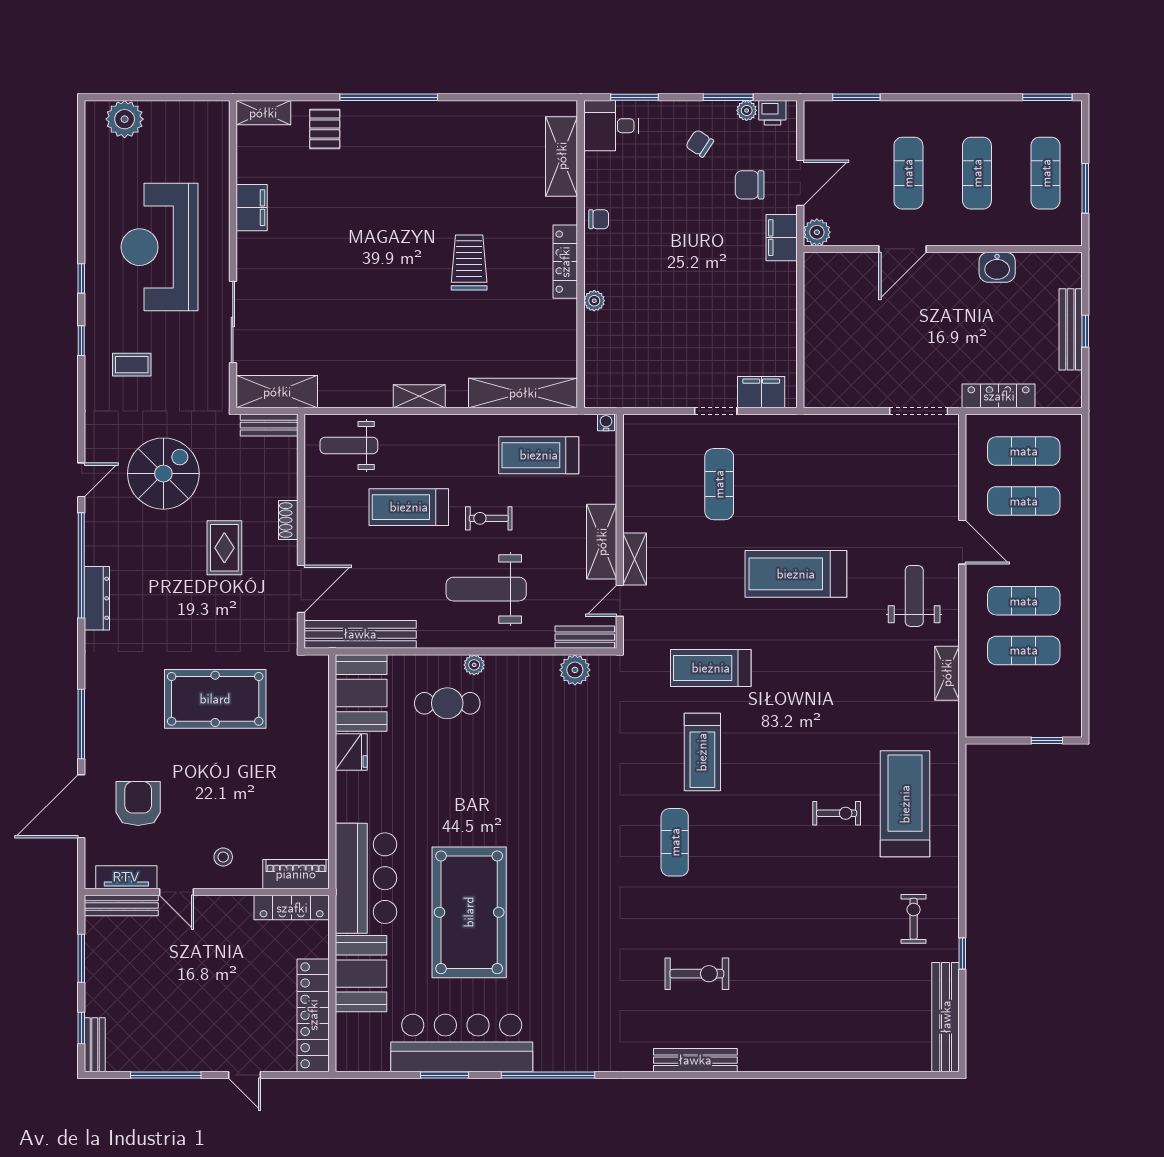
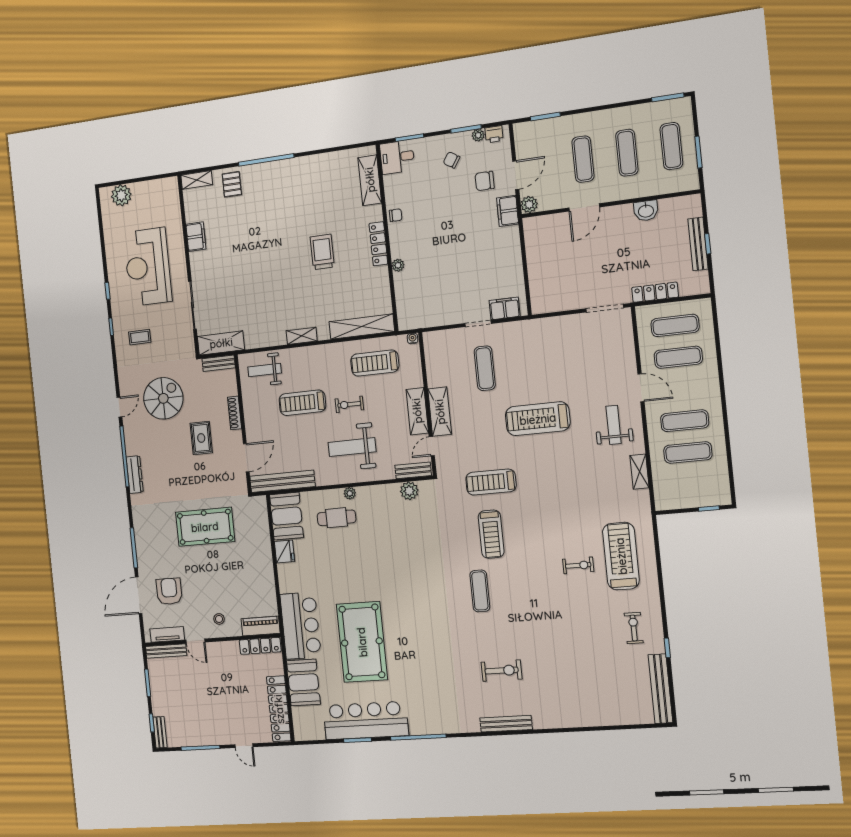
shoe rack: (288, 520) -> (235, 413), width x1.43
shelving: (635, 559) -> (440, 412), width x1.50, depth x1.33

